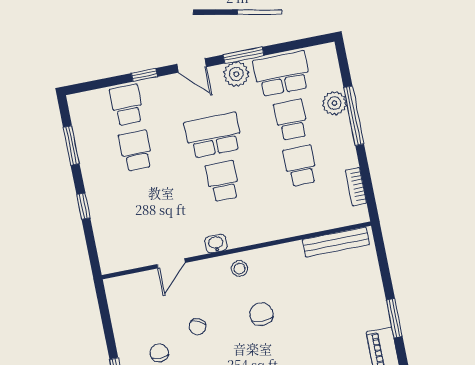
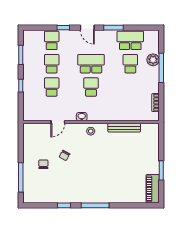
plant: (236, 74) -> (108, 36), removed
school desk: (300, 166) -> (52, 87), moved
bench: (336, 242) -> (124, 128), moved
chair: (261, 314) -> (97, 155), removed

